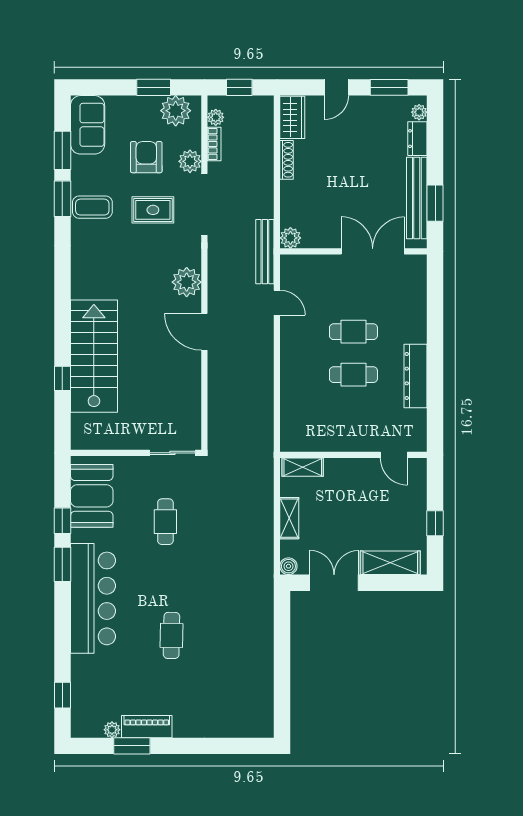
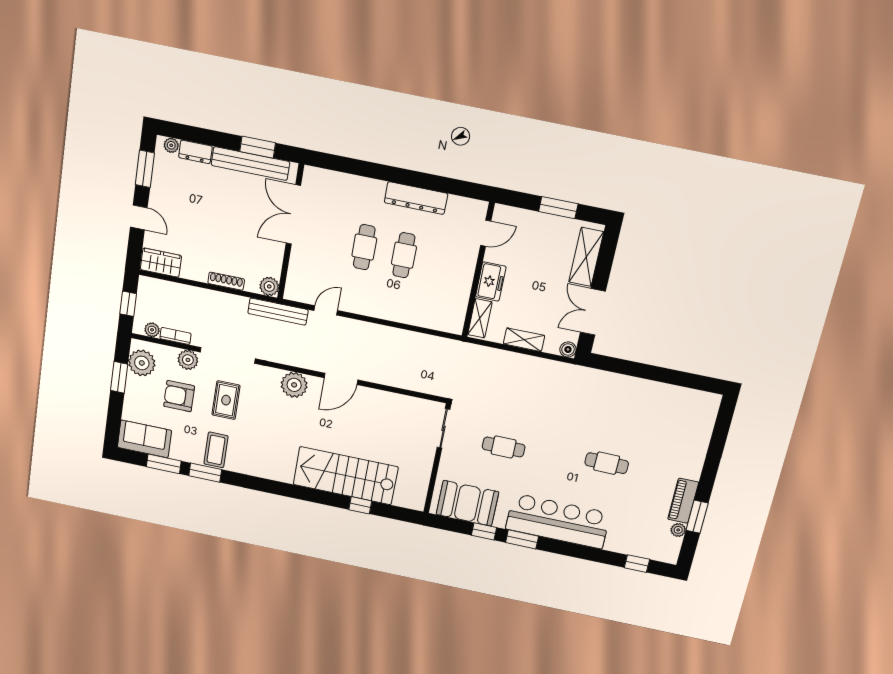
shoe rack: (287, 160) -> (226, 281), moved
freezer: (344, 471) -> (491, 282), added
window: (435, 523) -> (558, 208), width x1.50

